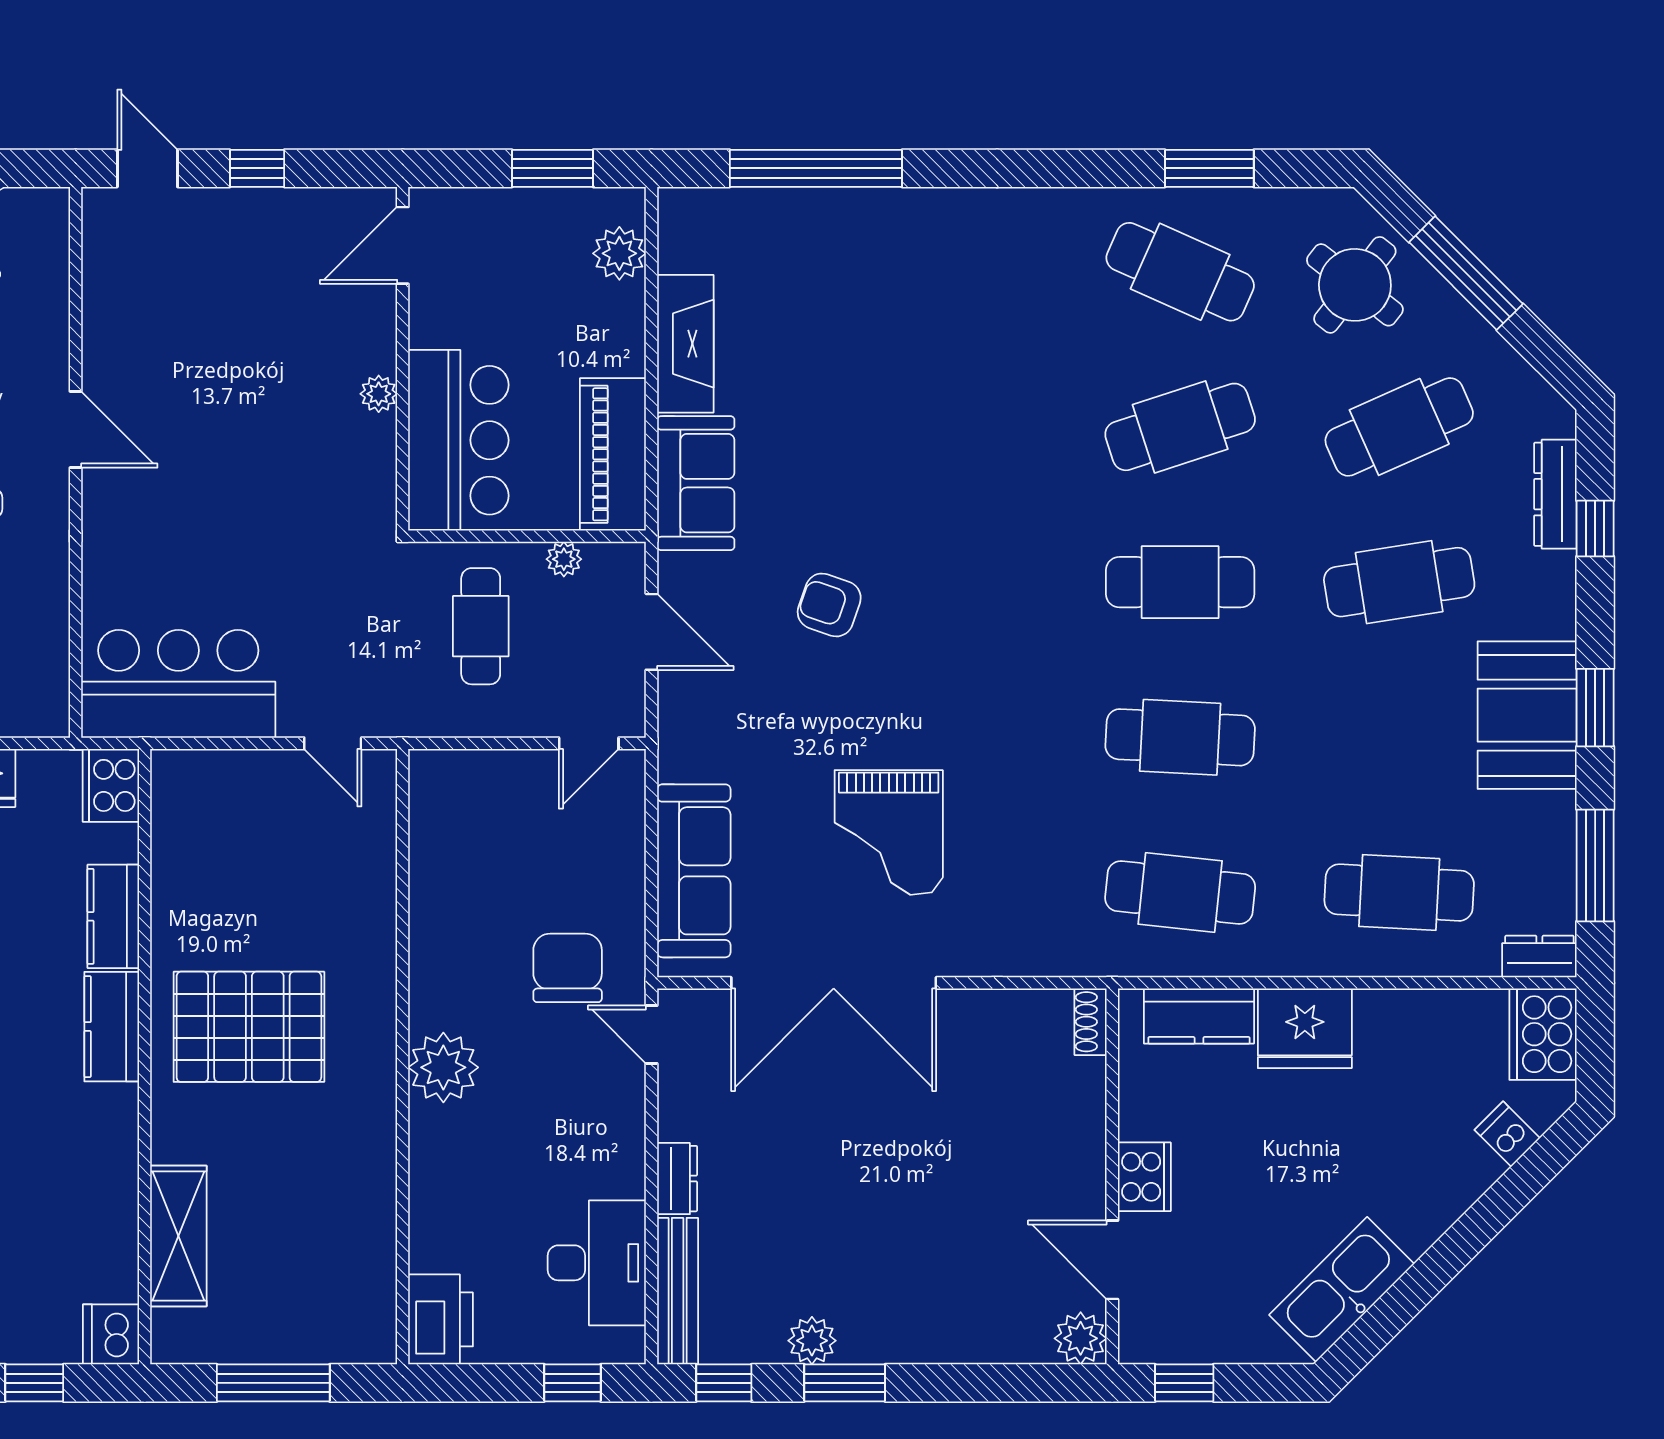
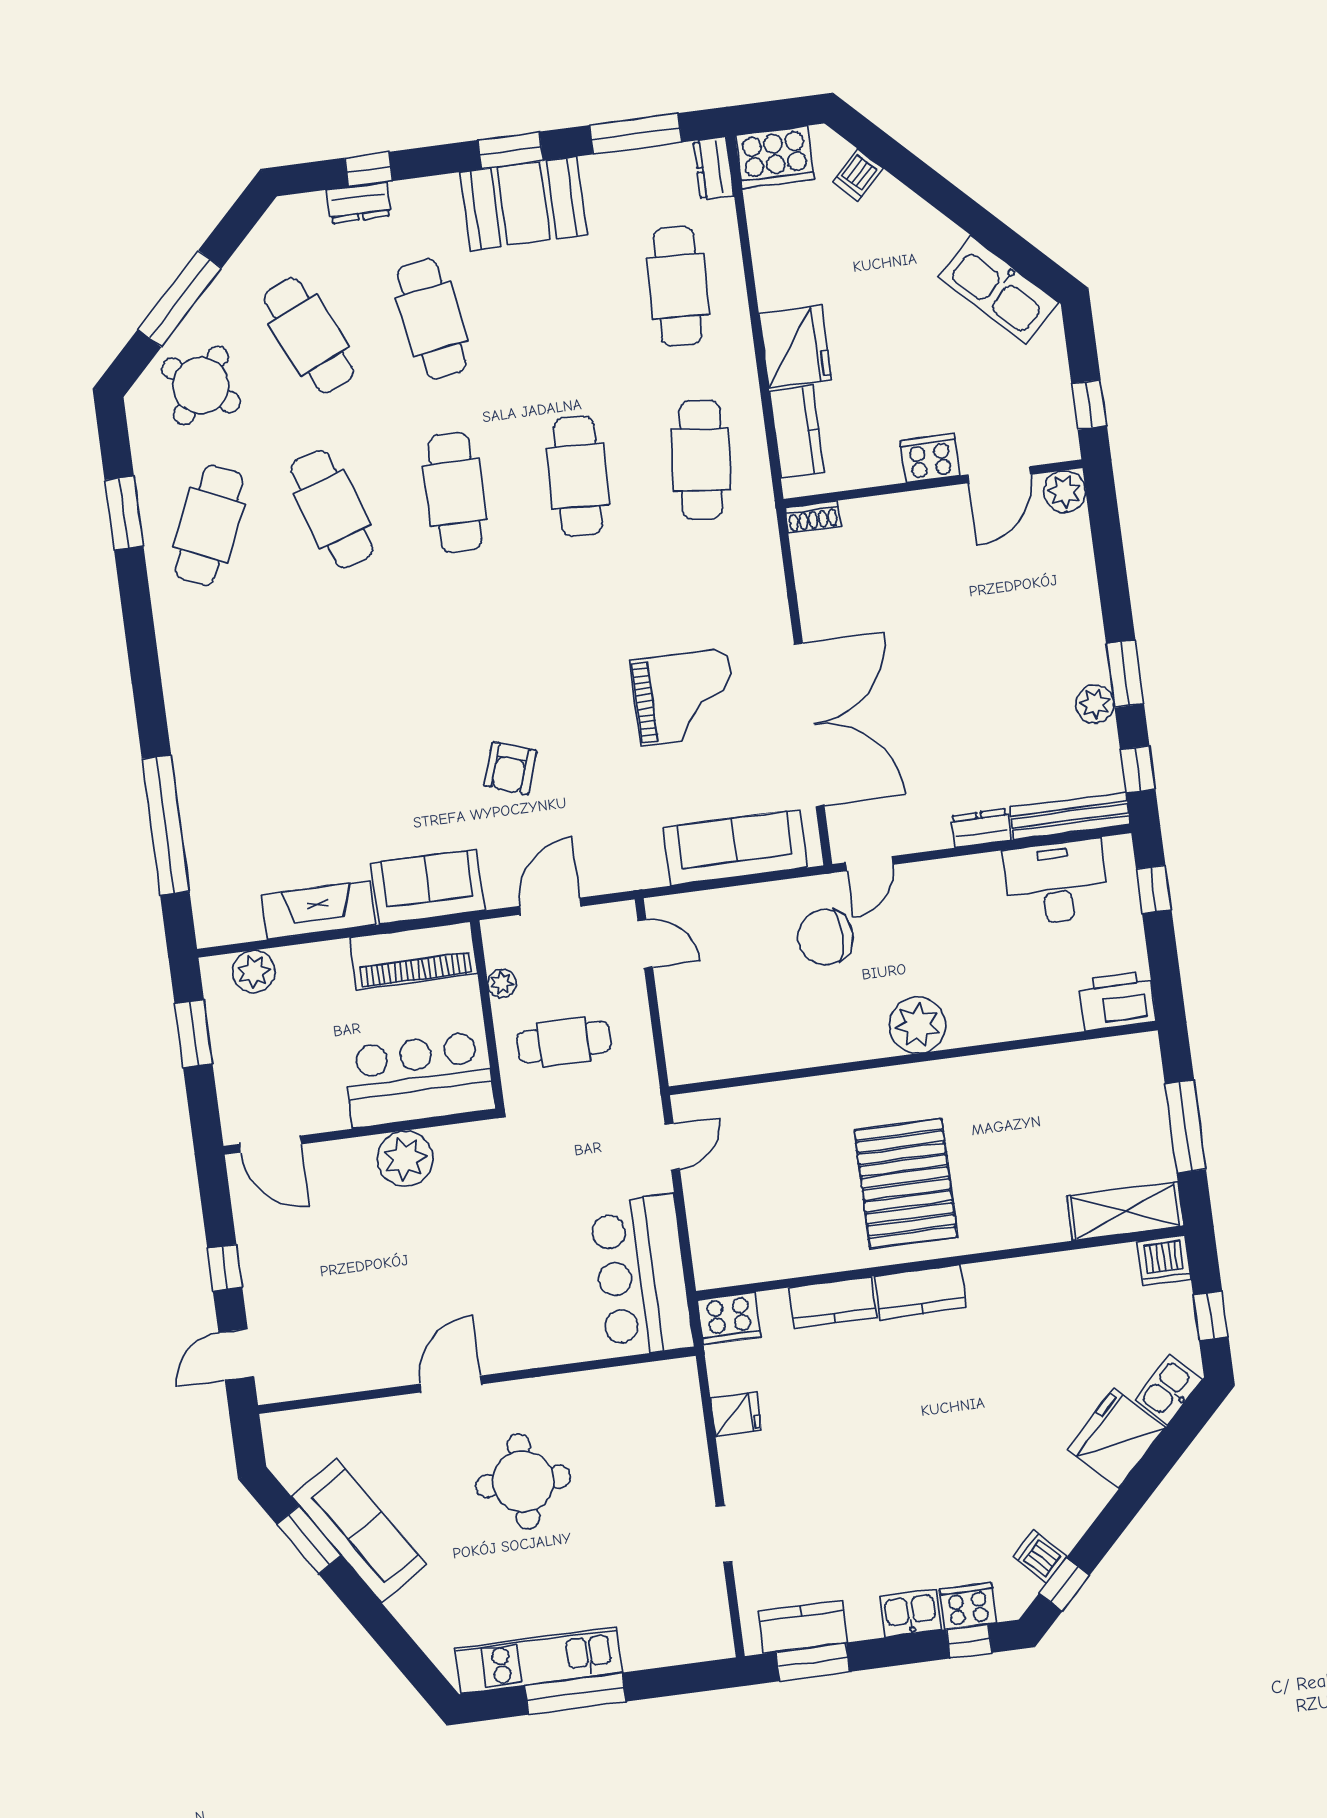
plant: (379, 394) -> (405, 1159), width x1.88, depth x1.88
dresser: (1555, 494) -> (359, 203), width x0.70
shelving: (178, 1236) -> (1125, 1211), moved

